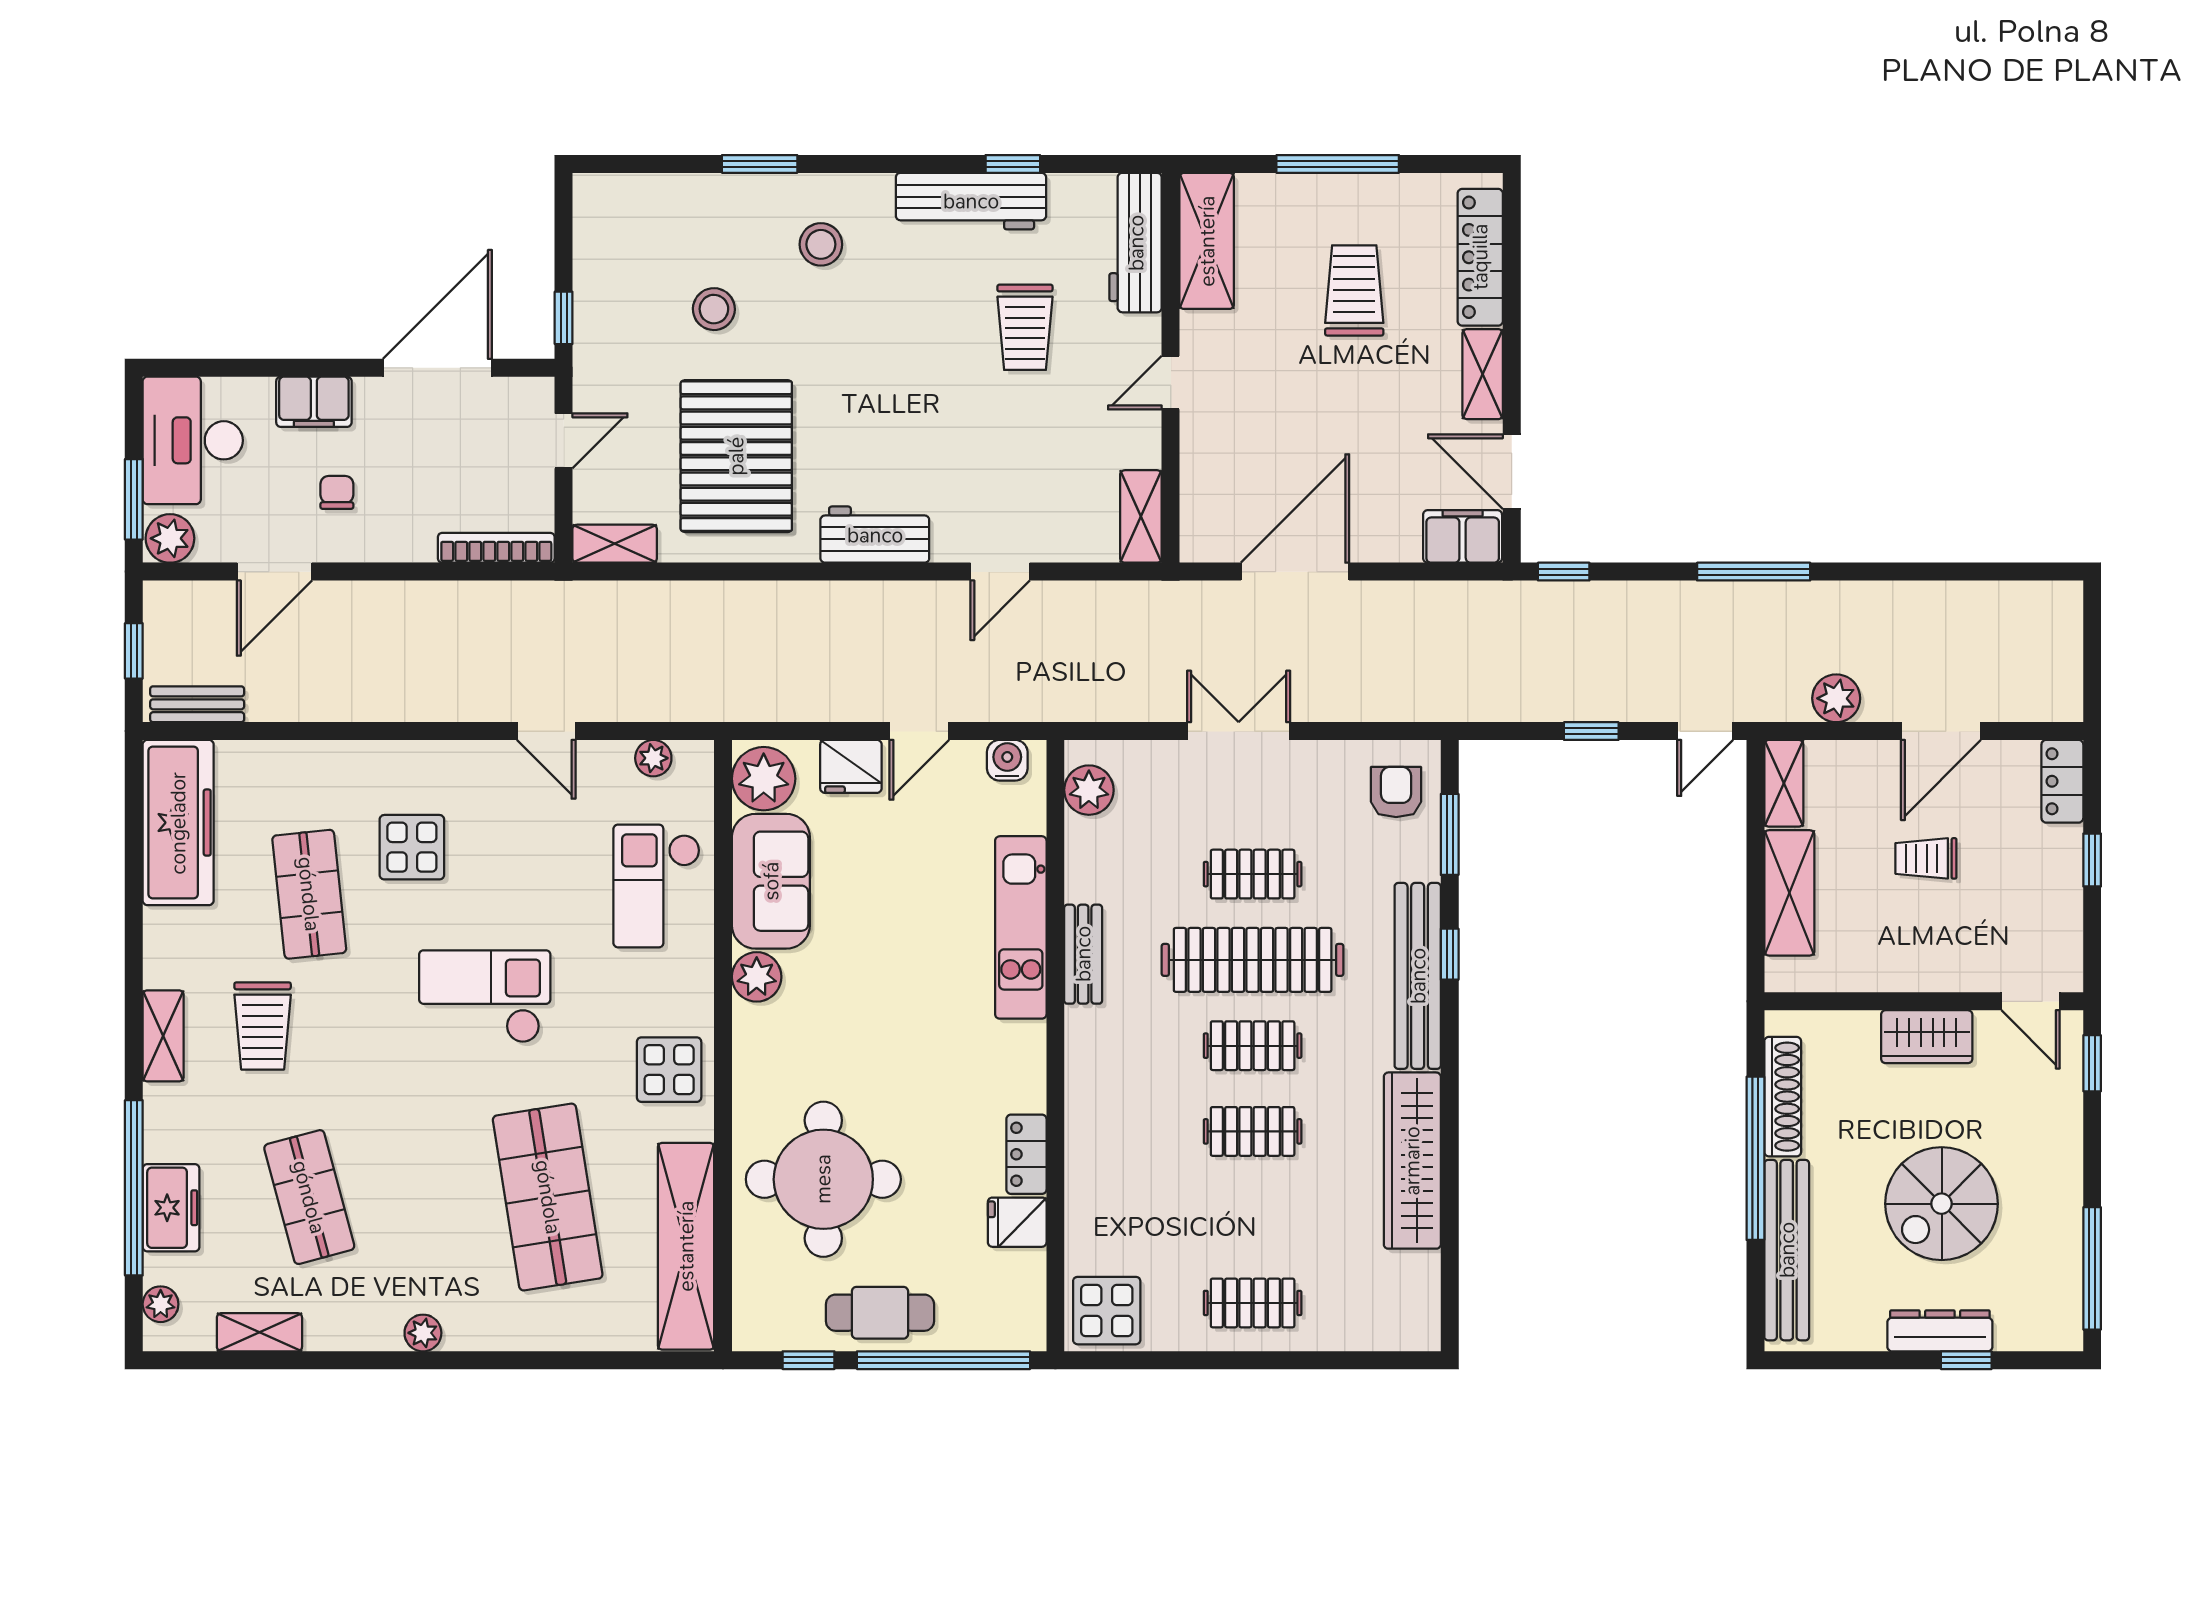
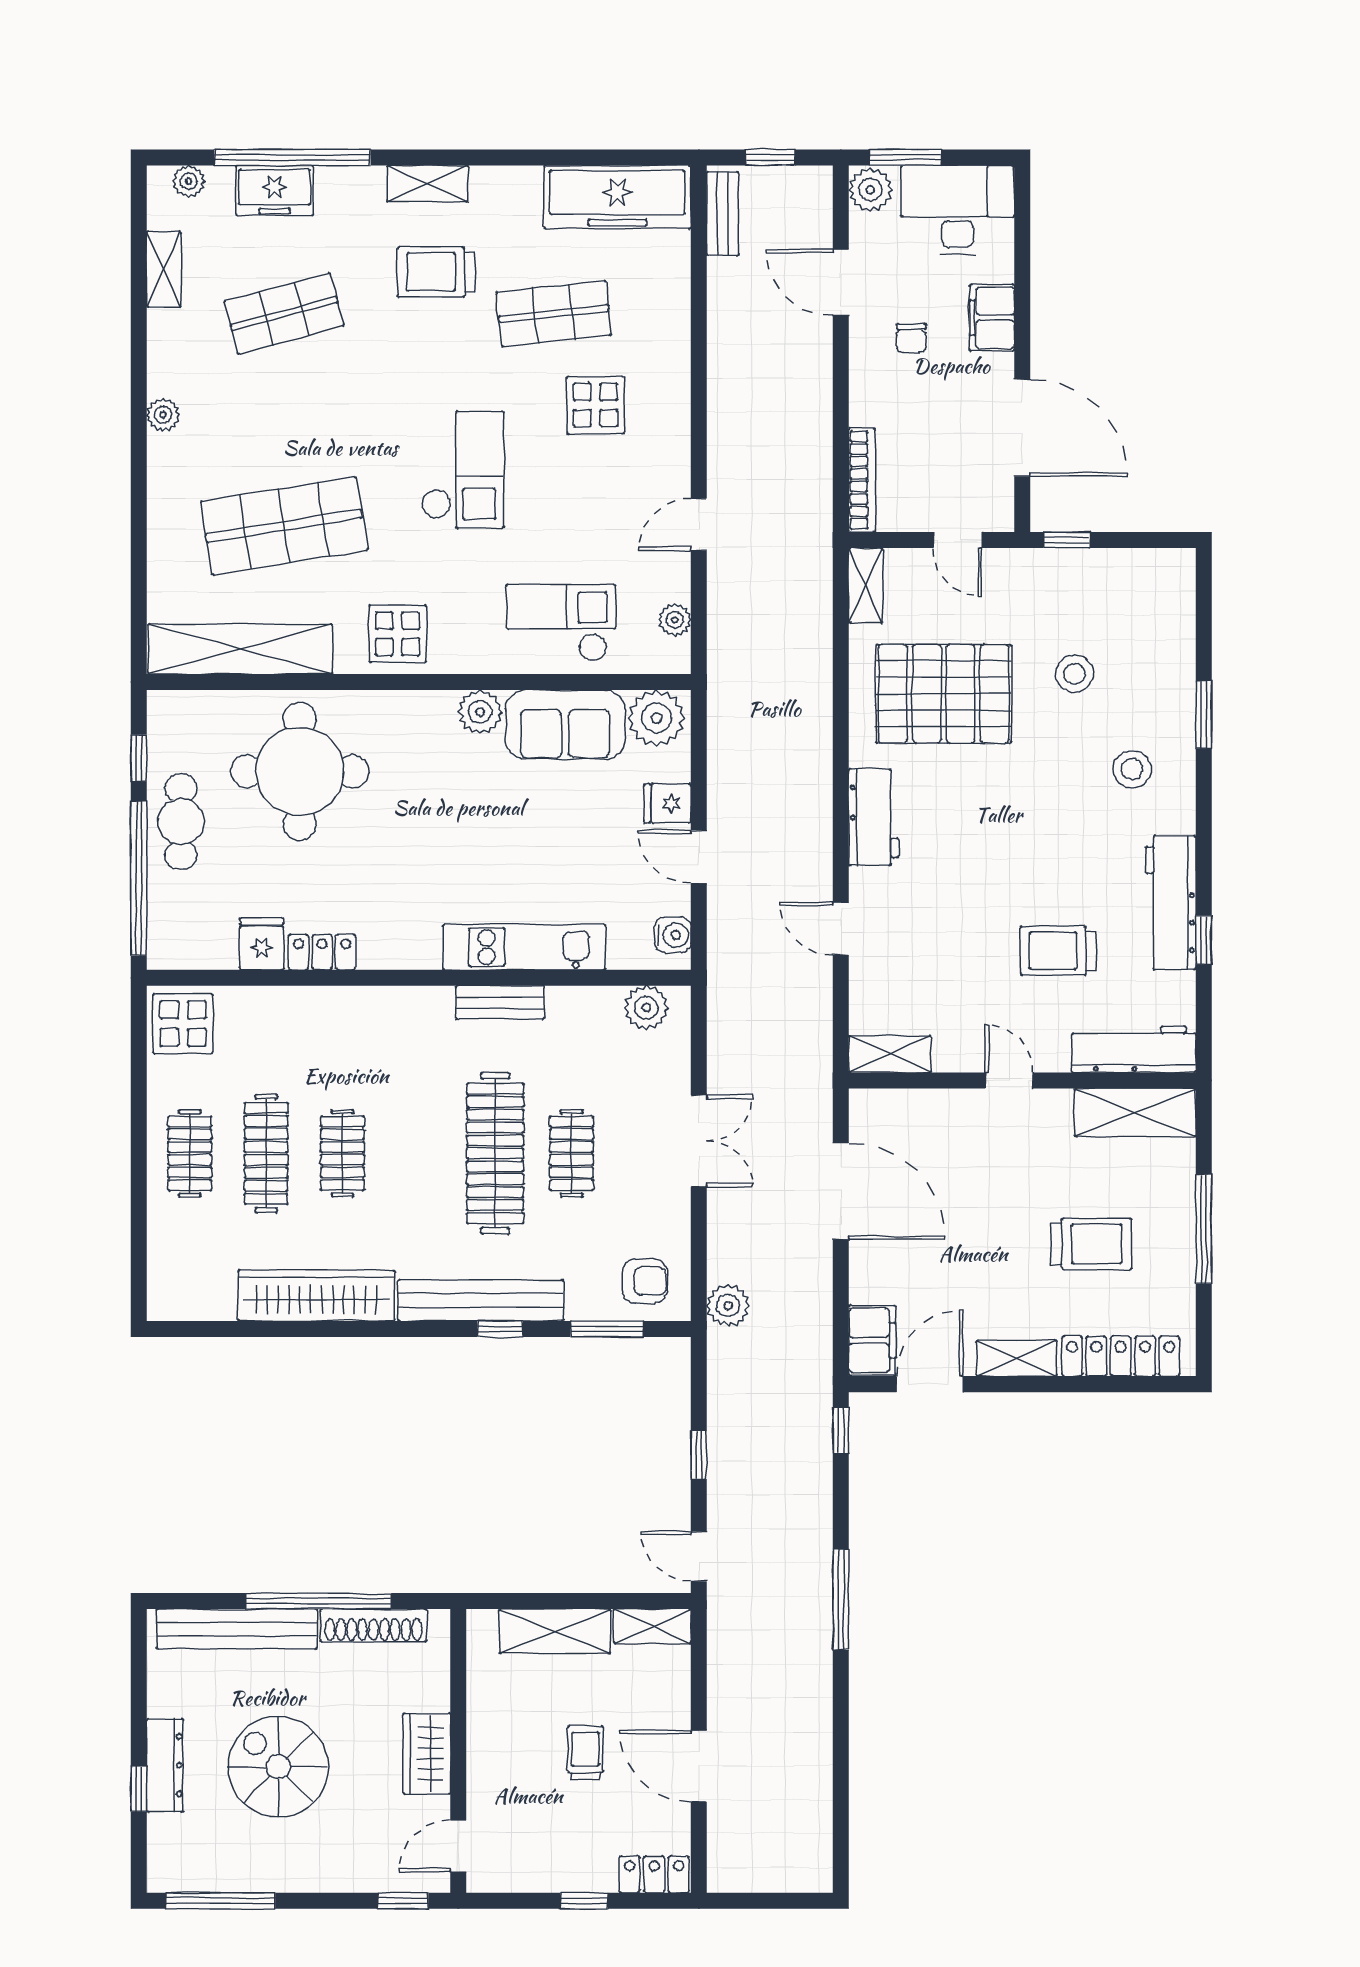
chair: (337, 492) -> (911, 338), turned 90
plant: (1836, 698) -> (728, 1306), moved
fridge: (851, 766) -> (667, 803), width x0.72
clothes rail: (1253, 1046) -> (266, 1153), moved, width x1.36

